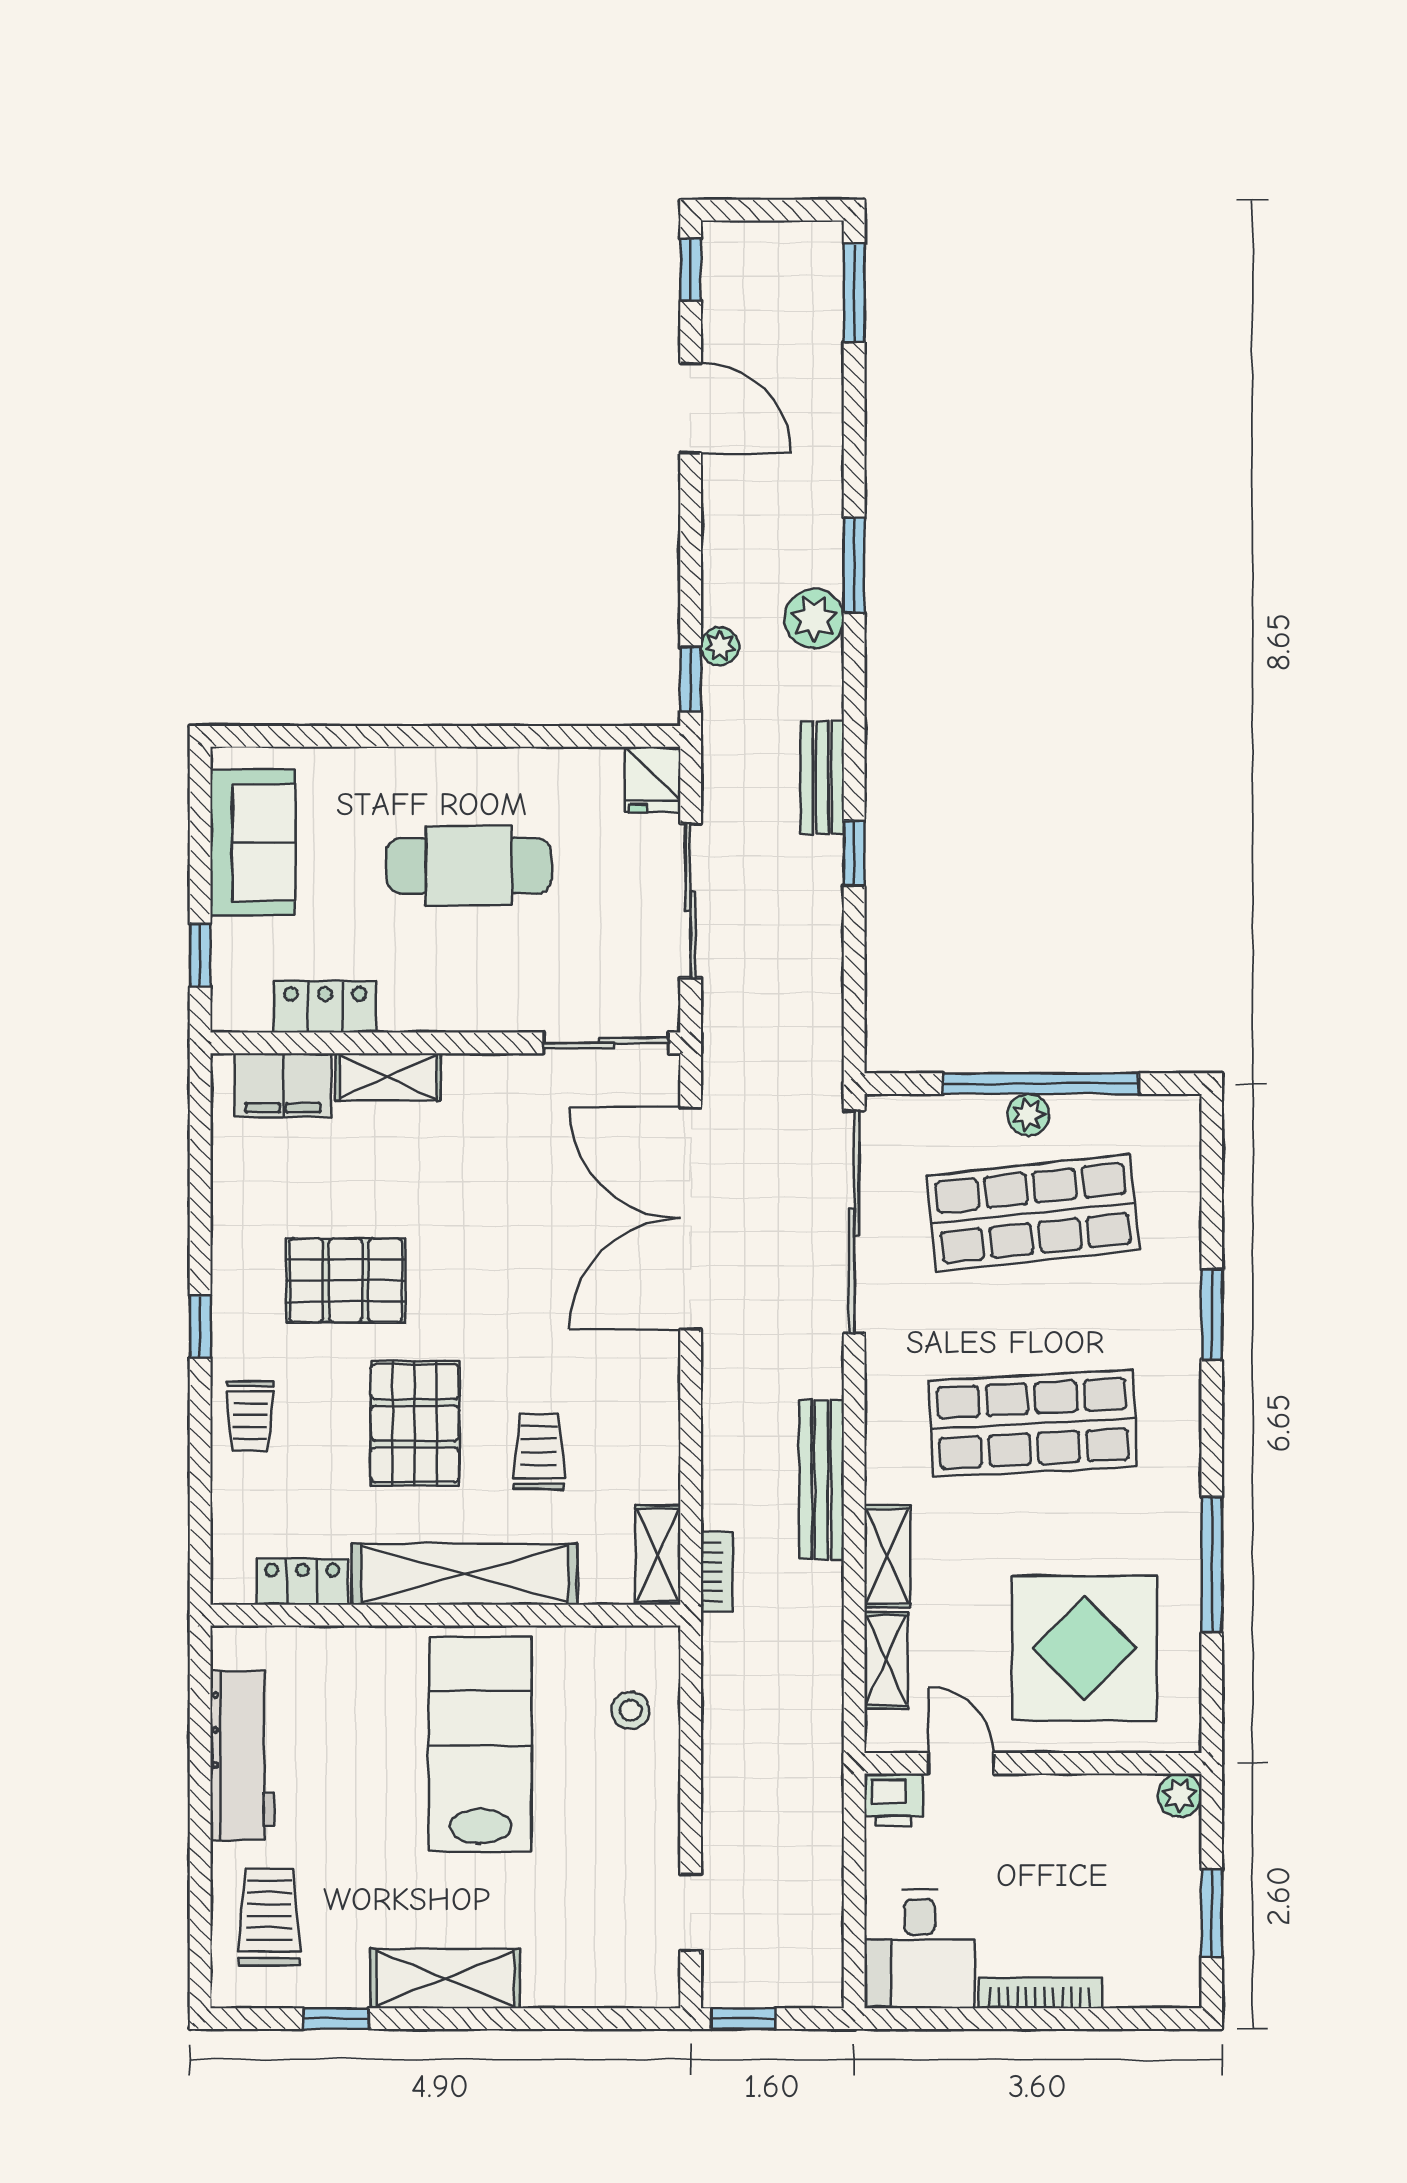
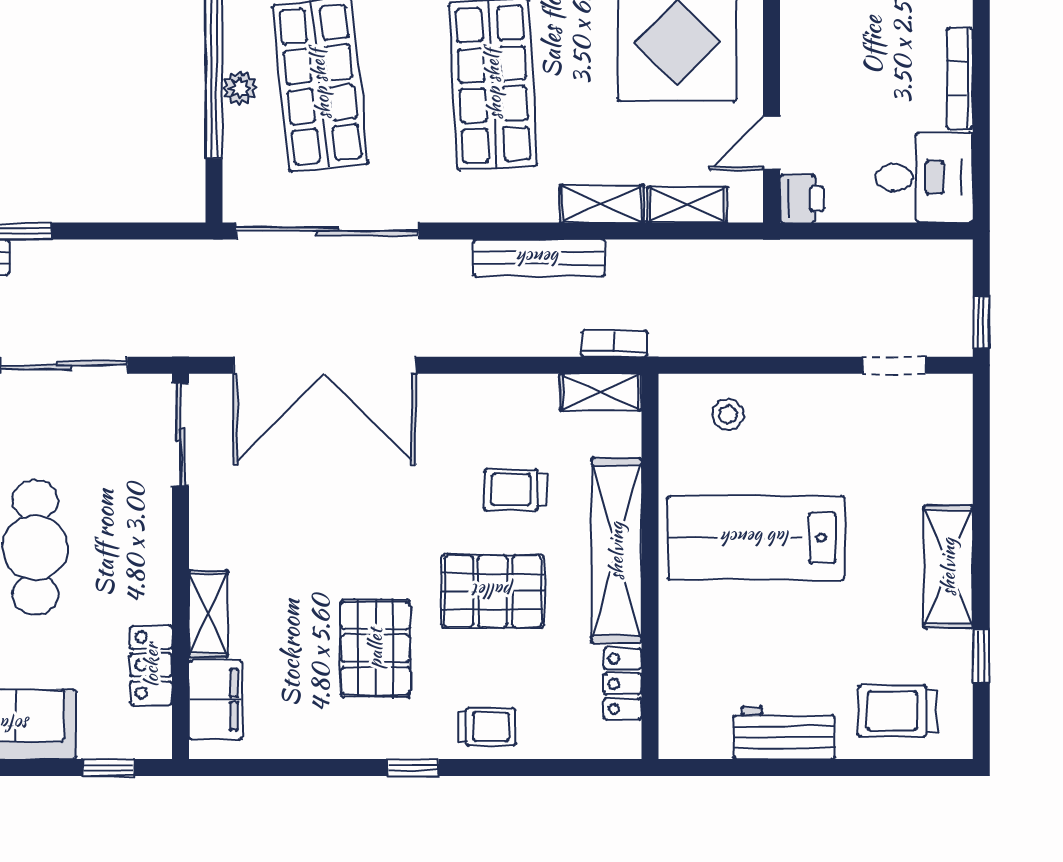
workbench: (242, 1755) -> (784, 733), width x0.73

